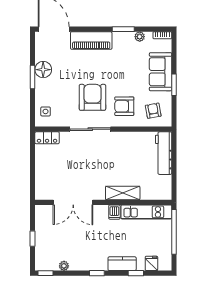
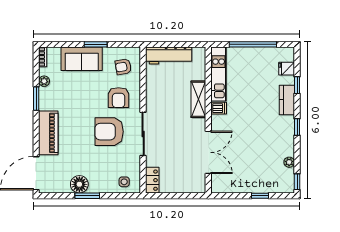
shelving: (123, 193) -> (198, 99), moved
double door: (73, 202) -> (208, 152), moved
wall: (103, 202) -> (208, 120), moved
dishwasher: (114, 212) -> (219, 108), moved
kitchen unit: (146, 212) -> (219, 74), moved

